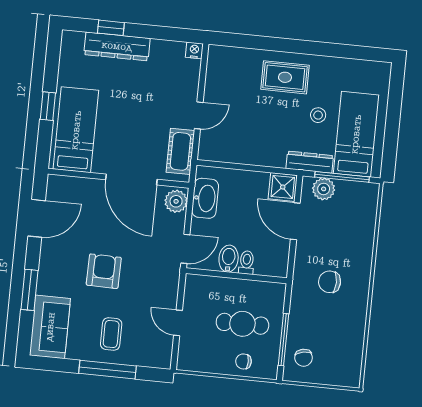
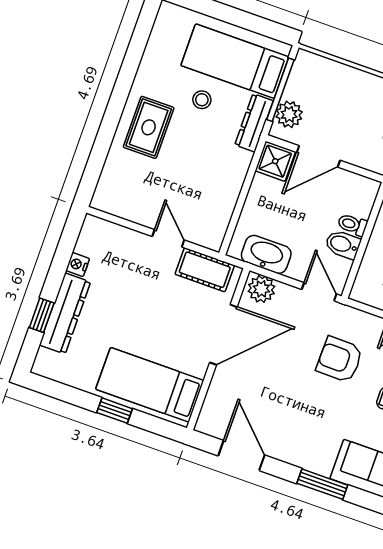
nightstand: (194, 50) -> (78, 264), moved
armchair: (104, 271) -> (340, 359), moved

